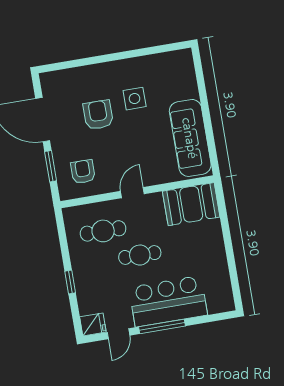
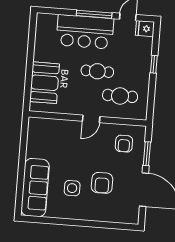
sofa: (190, 138) -> (35, 188), moved
booth: (191, 204) -> (44, 83), moved, turned 90

